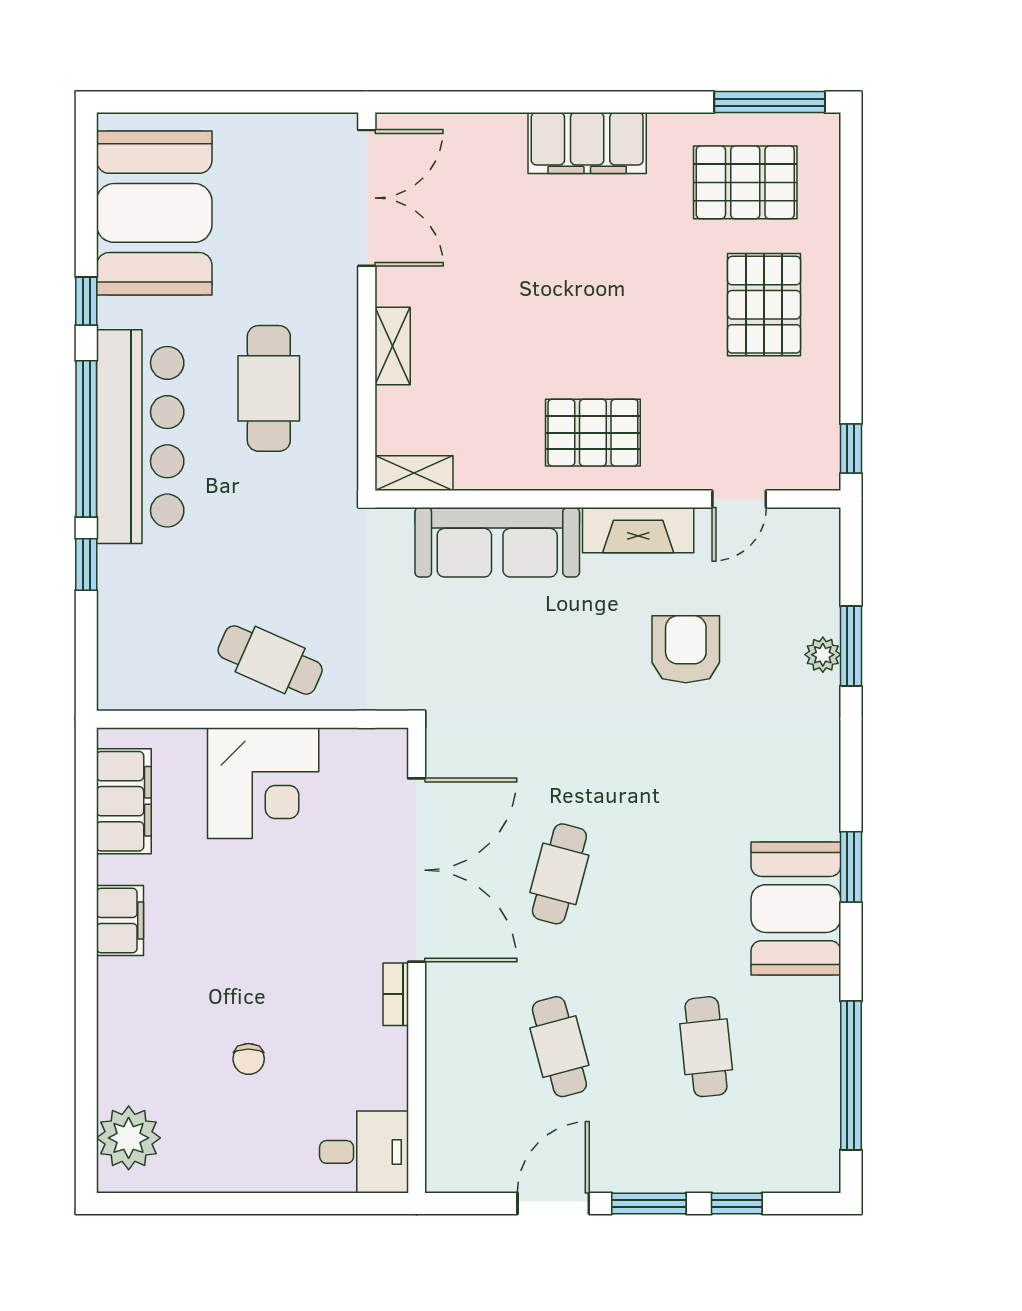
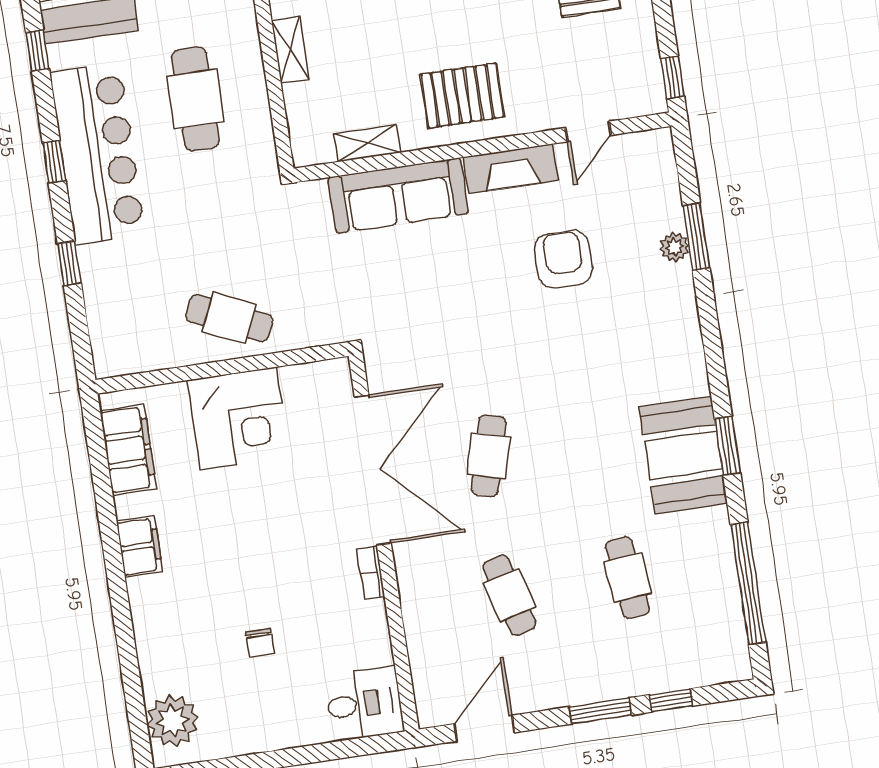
window: (86, 439) -> (54, 162), width x0.32
shelving: (414, 473) -> (367, 143), moved
window: (851, 867) -> (728, 446), moved
door: (553, 1203) -> (484, 728), moved

